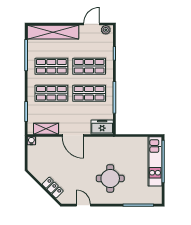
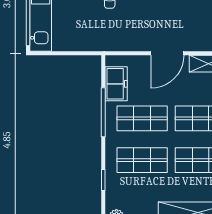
freezer: (102, 127) -> (116, 84), moved, turned -90
door: (73, 135) -> (167, 53), swing flipped

